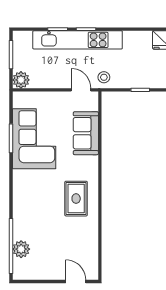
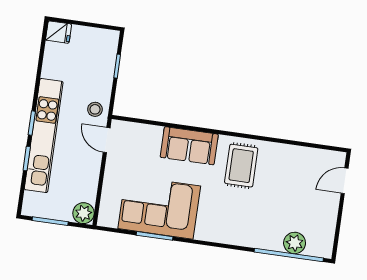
door: (81, 90) -> (107, 140), hinge flipped
sofa: (86, 133) -> (189, 146), moved
rug: (76, 199) -> (241, 166), turned 90

